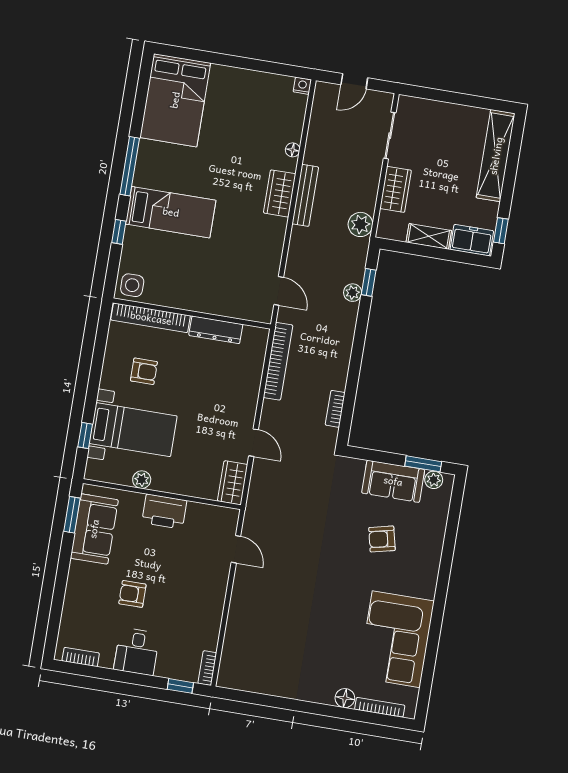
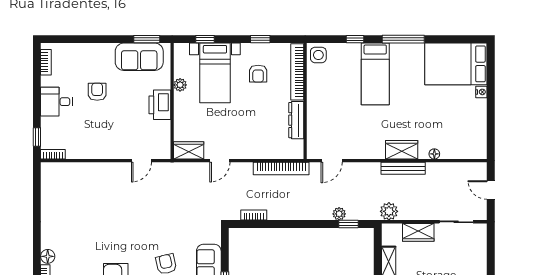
nightstand: (302, 86) -> (481, 92), moved
window: (98, 361) -> (260, 39), added

